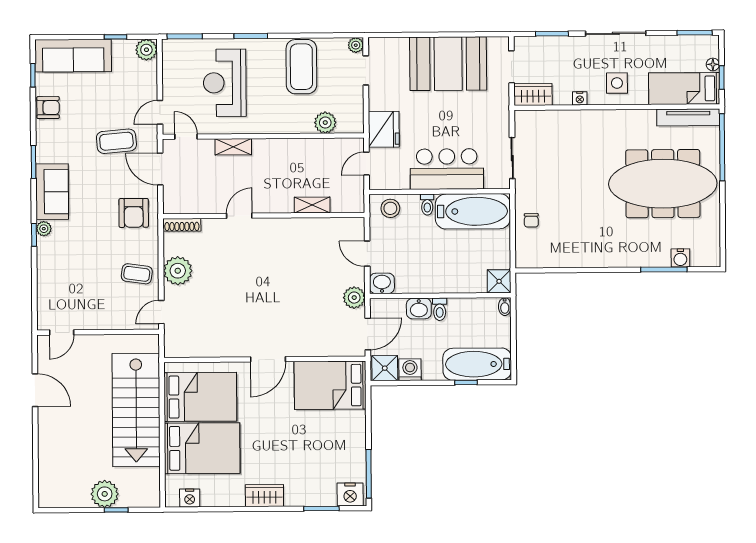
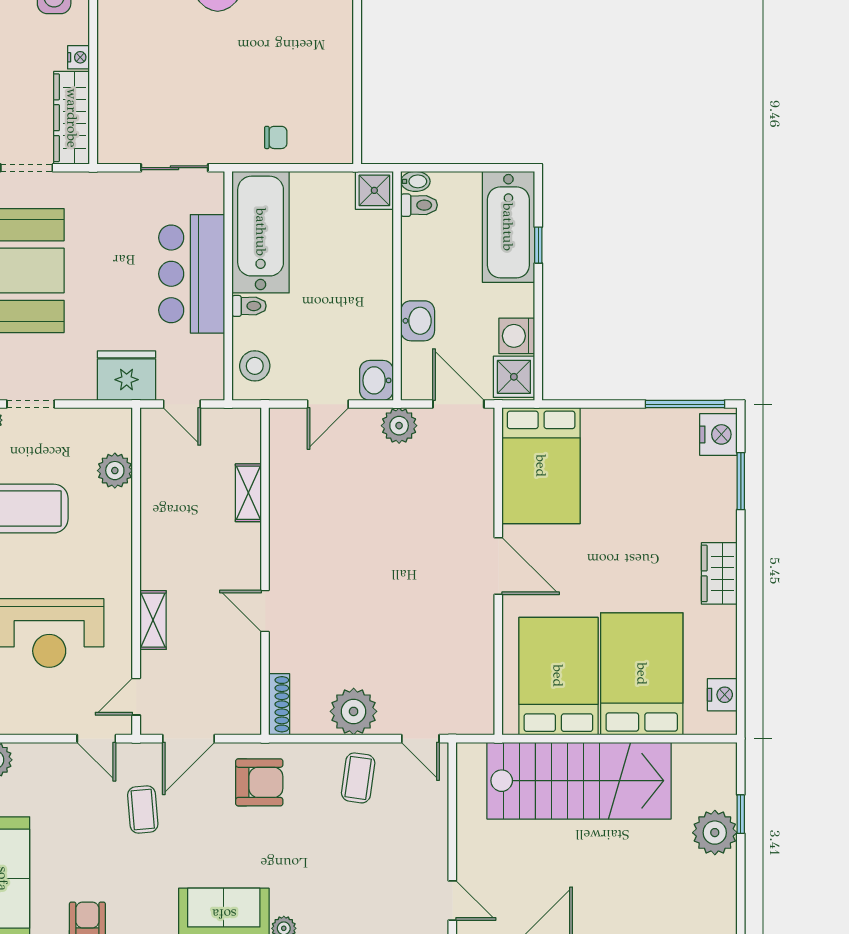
wardrobe: (533, 94) -> (72, 118), width x1.50
coffee table: (116, 141) -> (143, 810), width x0.73, depth x0.77
toilet: (440, 309) -> (419, 205), moved

